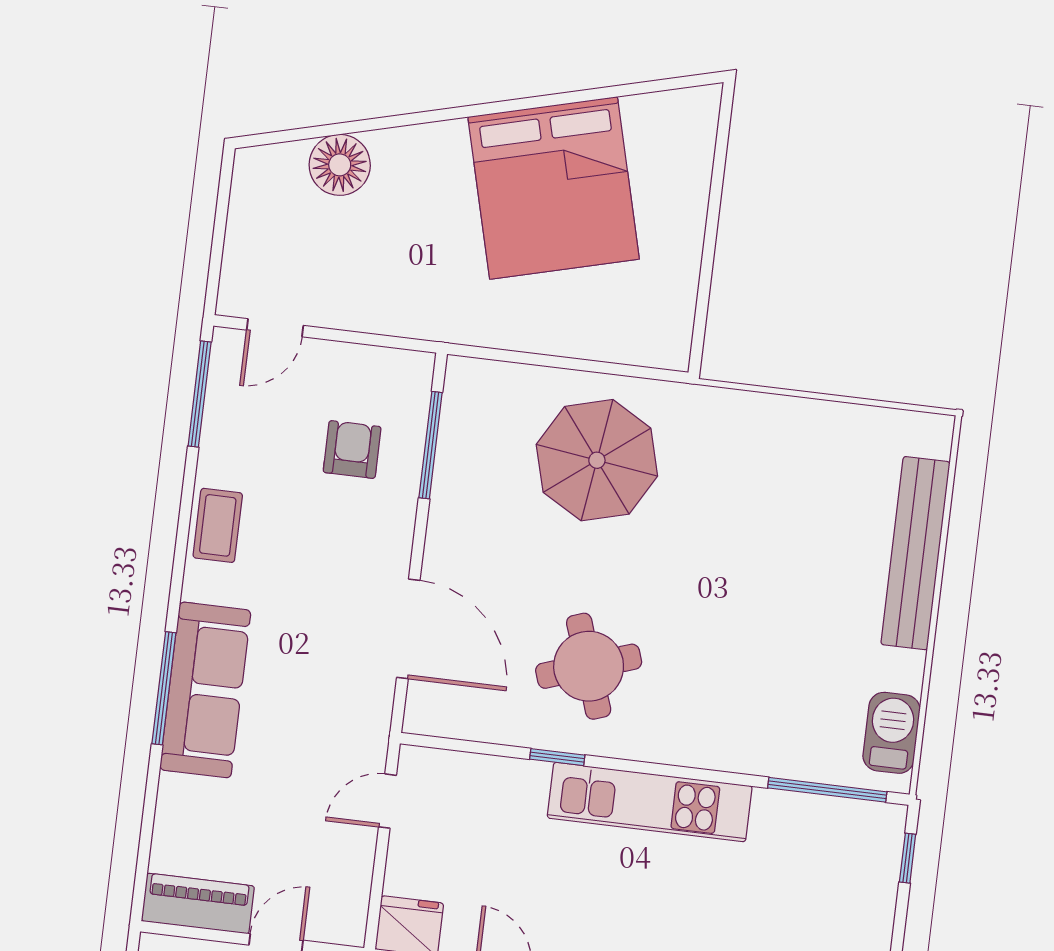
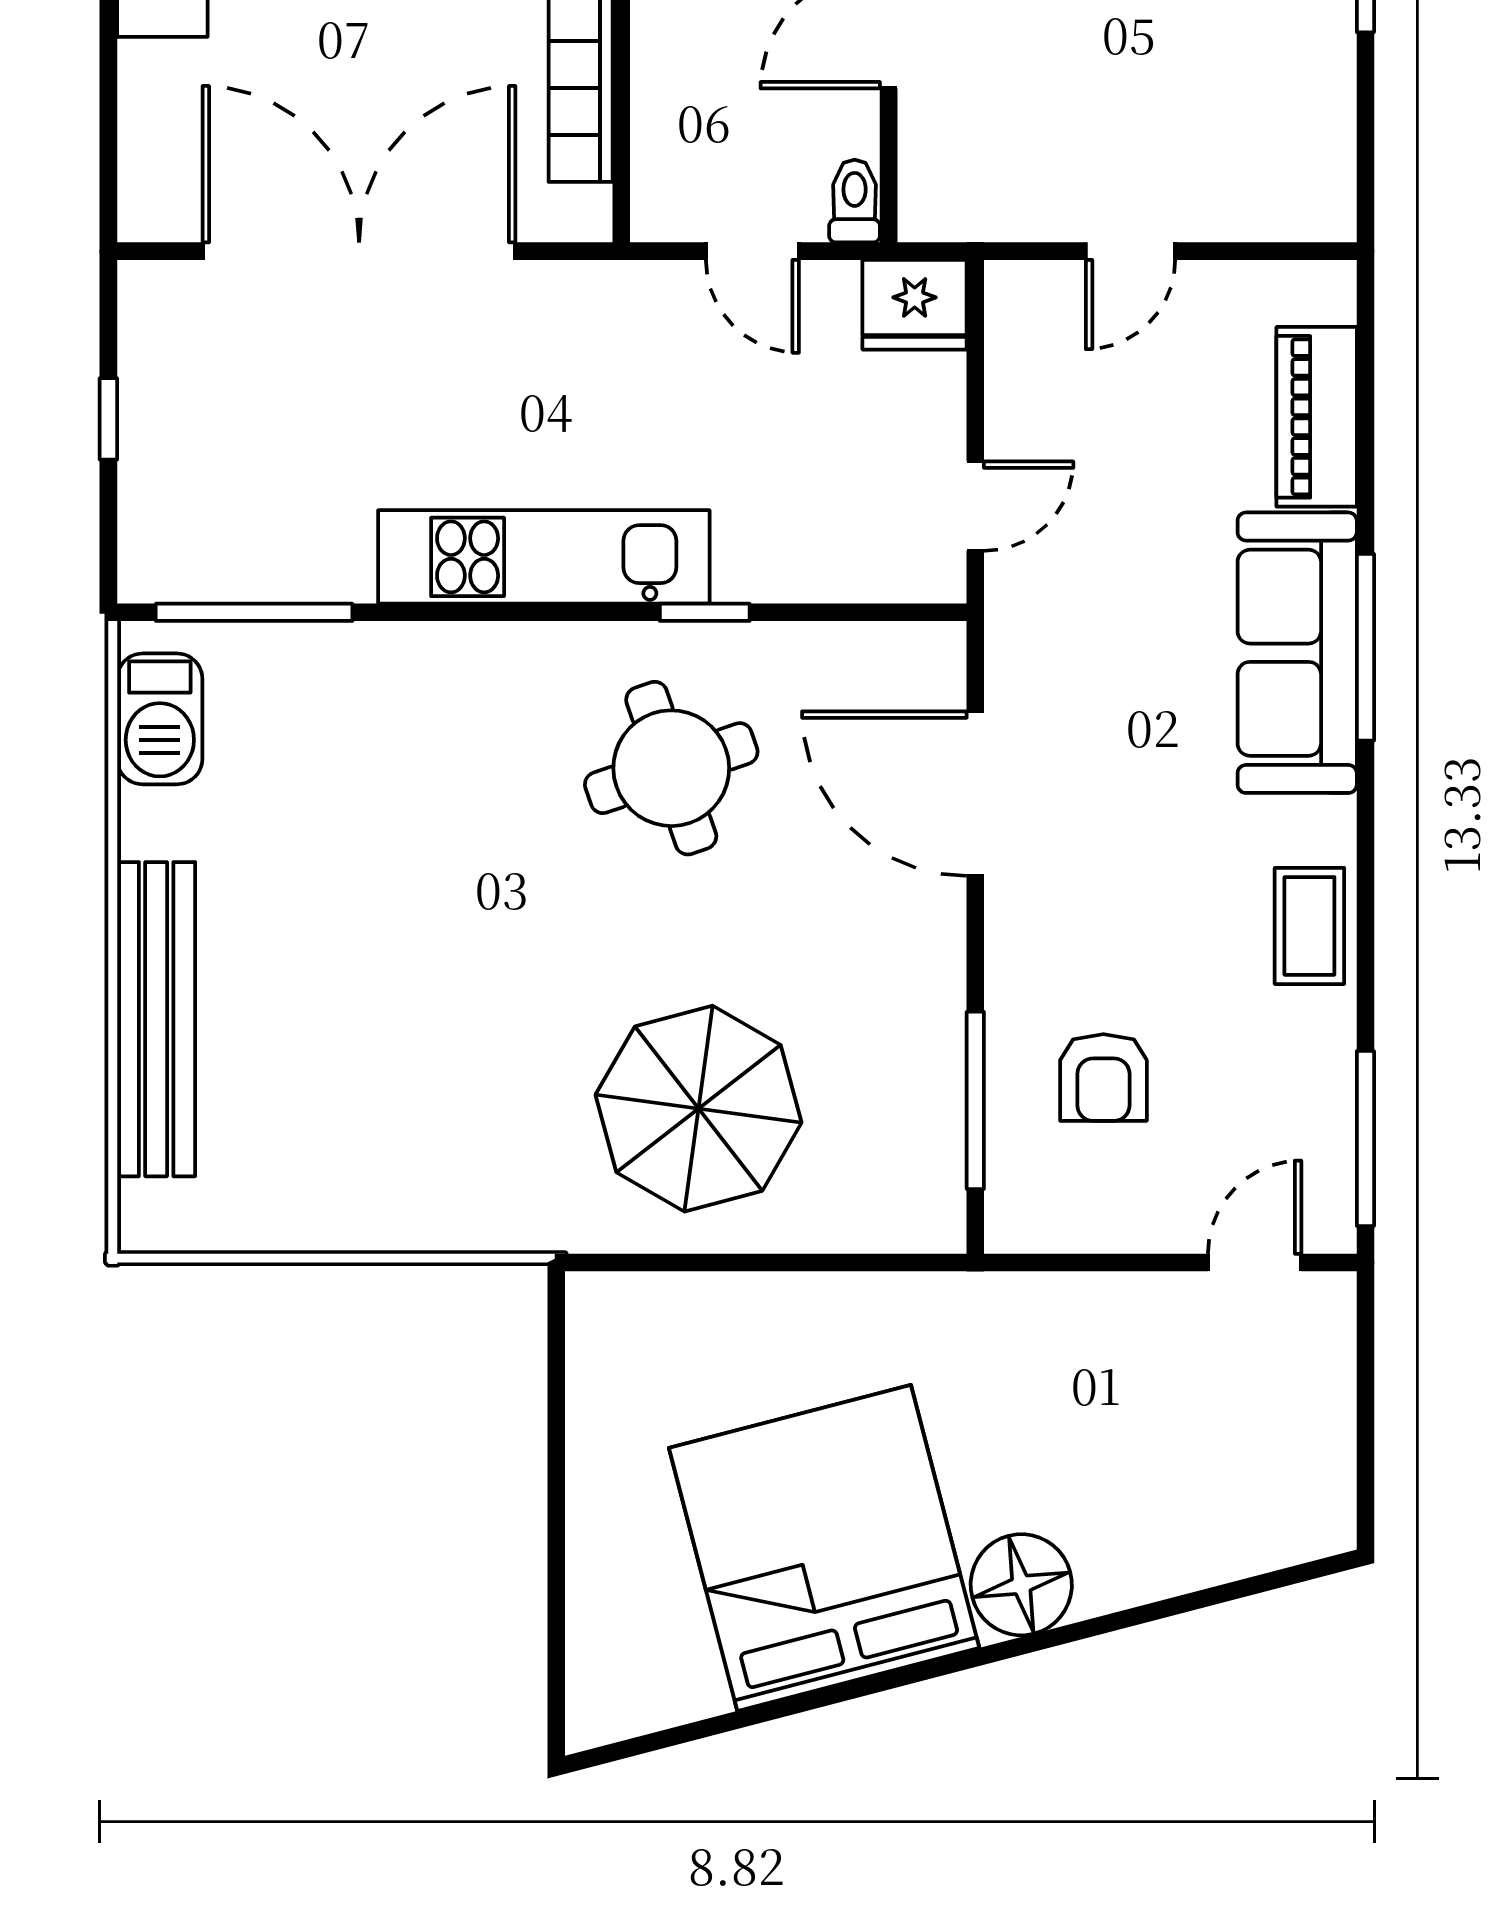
floor lamp: (340, 165) -> (1021, 1585), moved
window: (908, 858) -> (108, 419), moved
piano: (198, 904) -> (1317, 417), moved, turned 90

